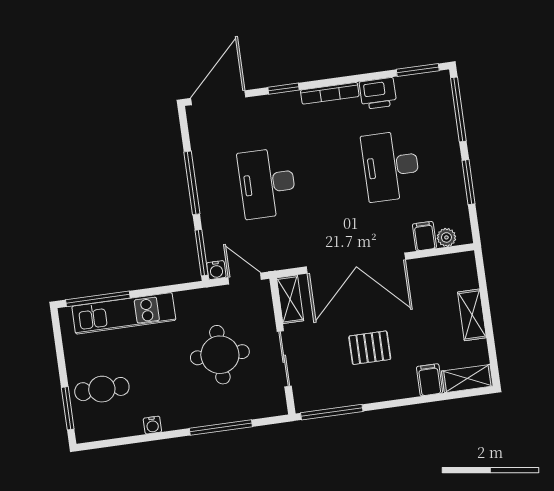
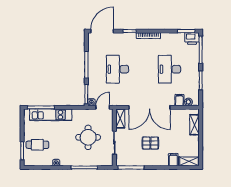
printer: (378, 93) -> (192, 39), moved
door: (245, 279) -> (103, 107), hinge flipped
shelving: (472, 315) -> (195, 125), moved

